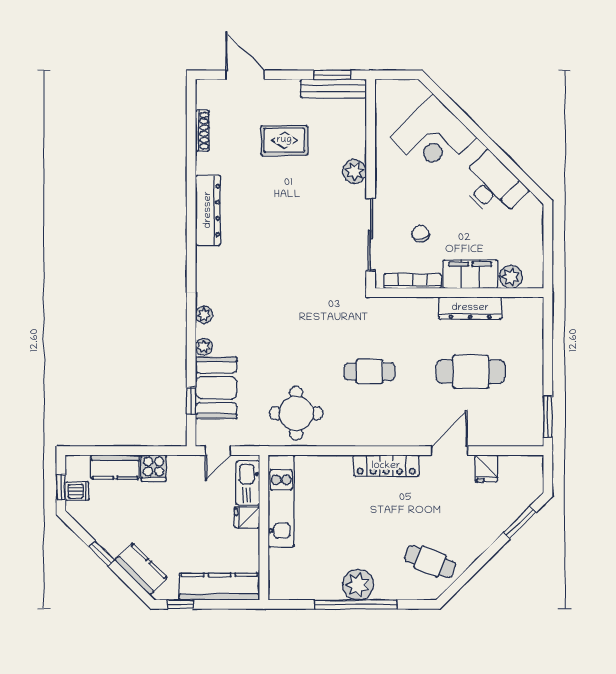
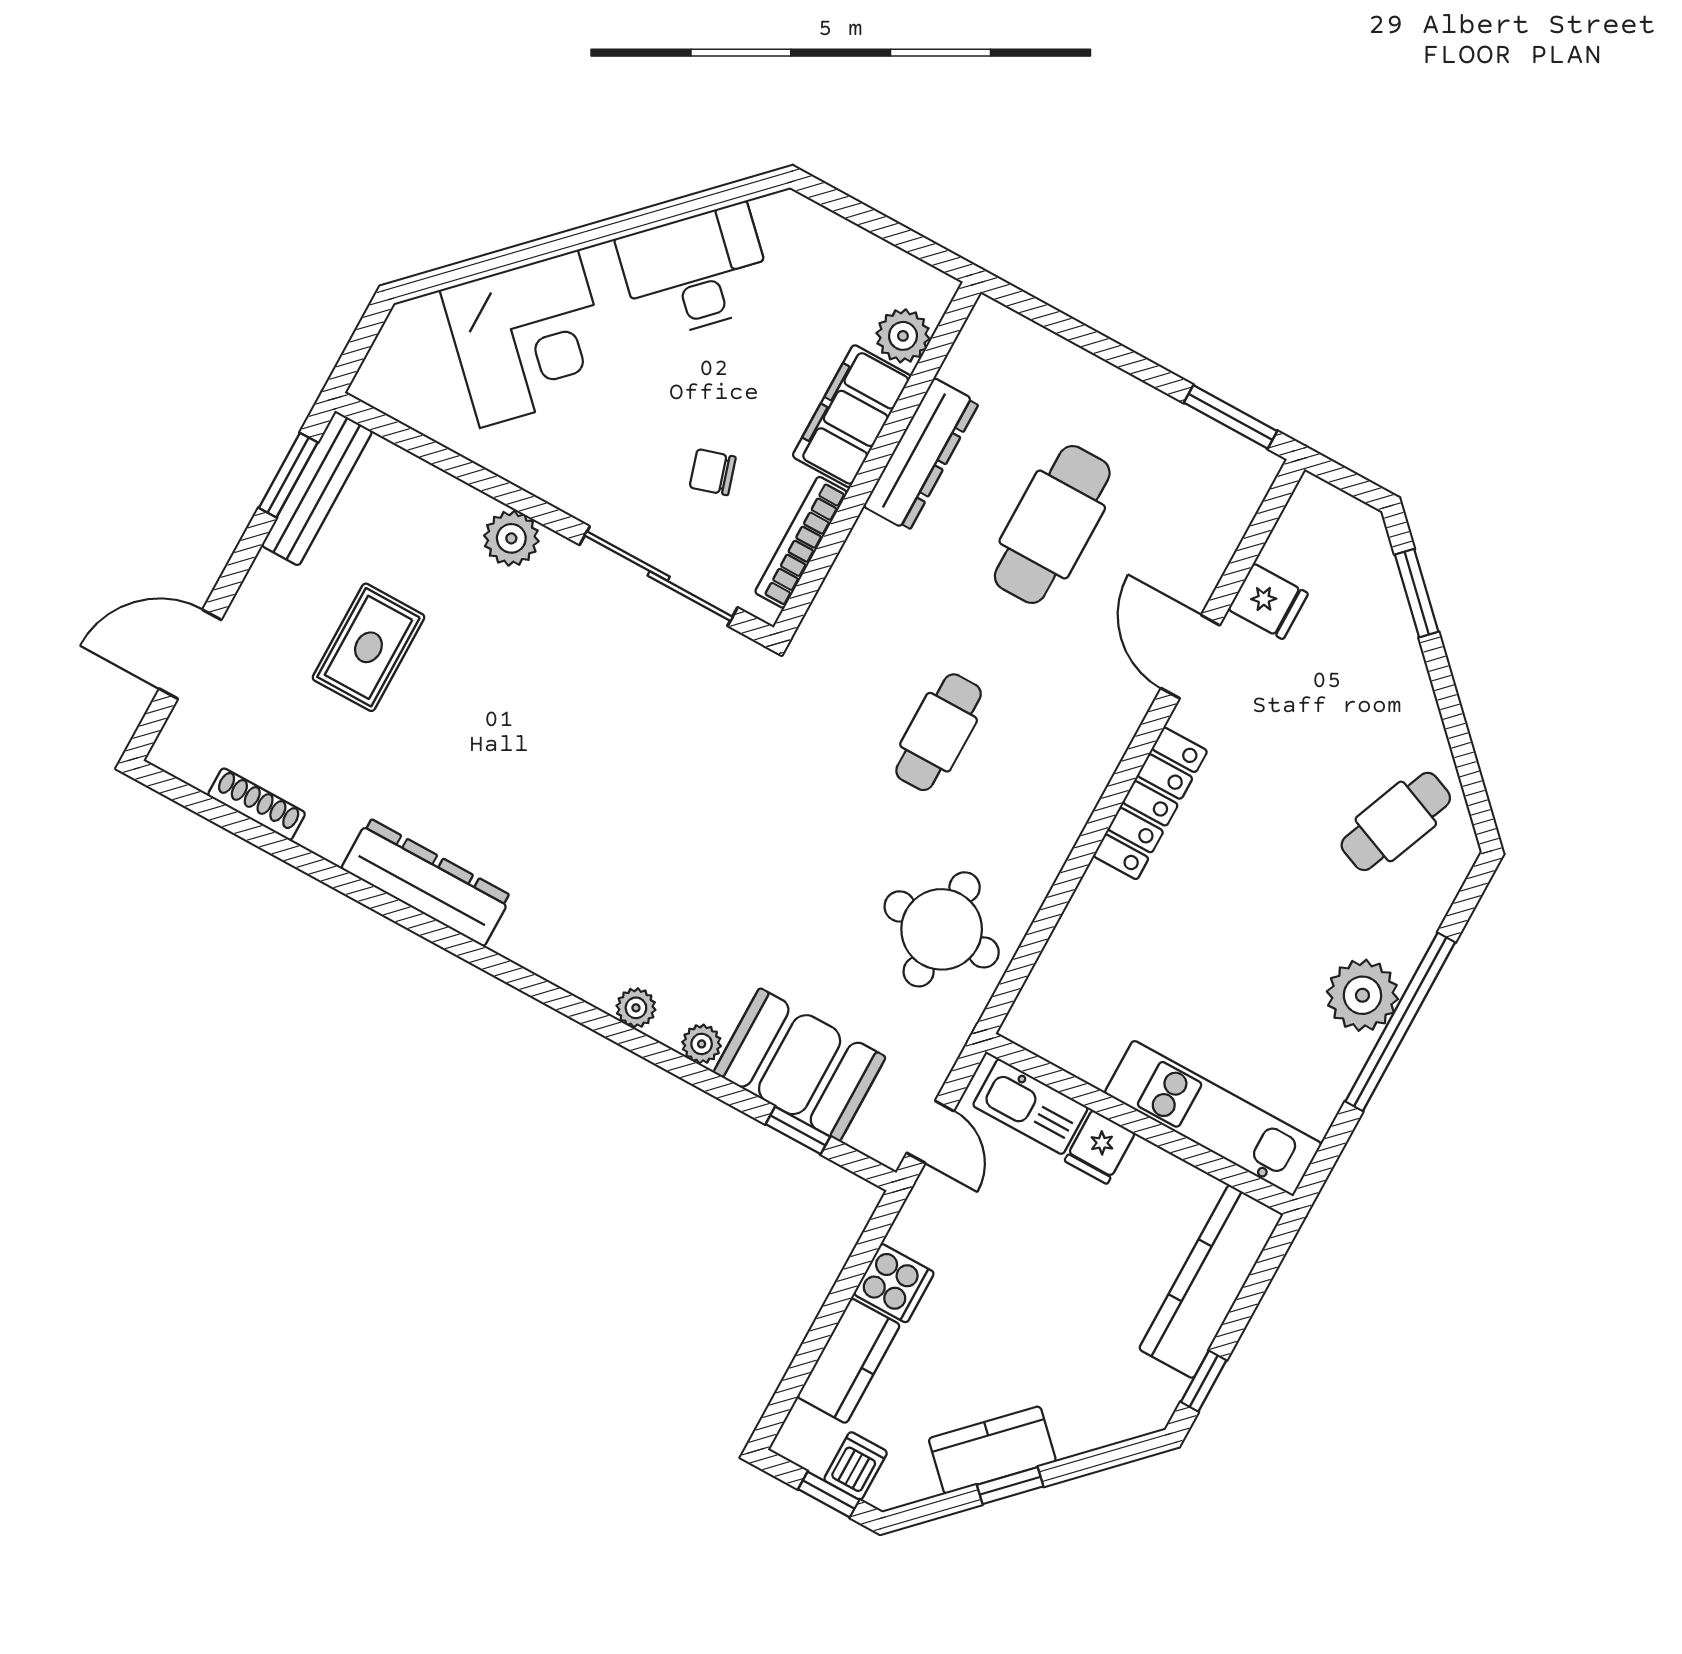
kitchen unit: (281, 501) -> (1213, 1118), moved
kitchen counter: (141, 569) -> (992, 1450), moved

